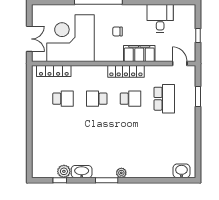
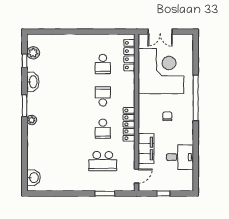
filing cabinet: (139, 54) -> (146, 148), moved
plant: (64, 171) -> (33, 53), moved

